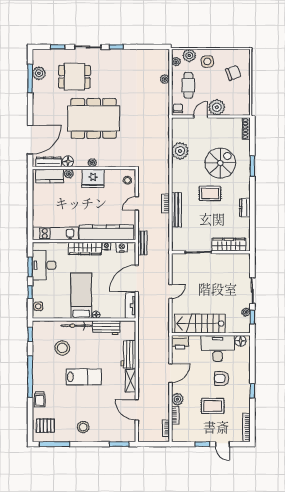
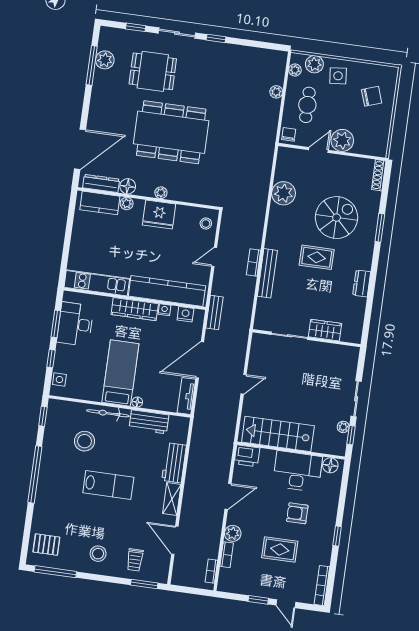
wardrobe: (229, 245) -> (325, 330), width x0.67
trolley: (40, 399) -> (135, 560), moved

